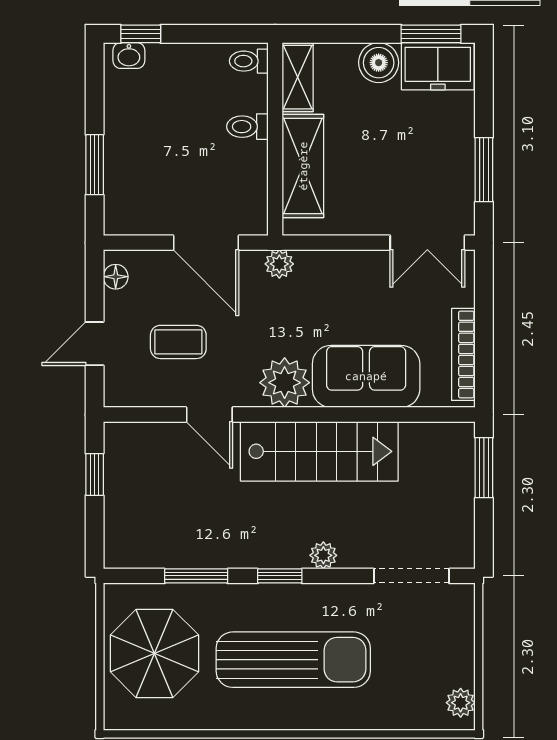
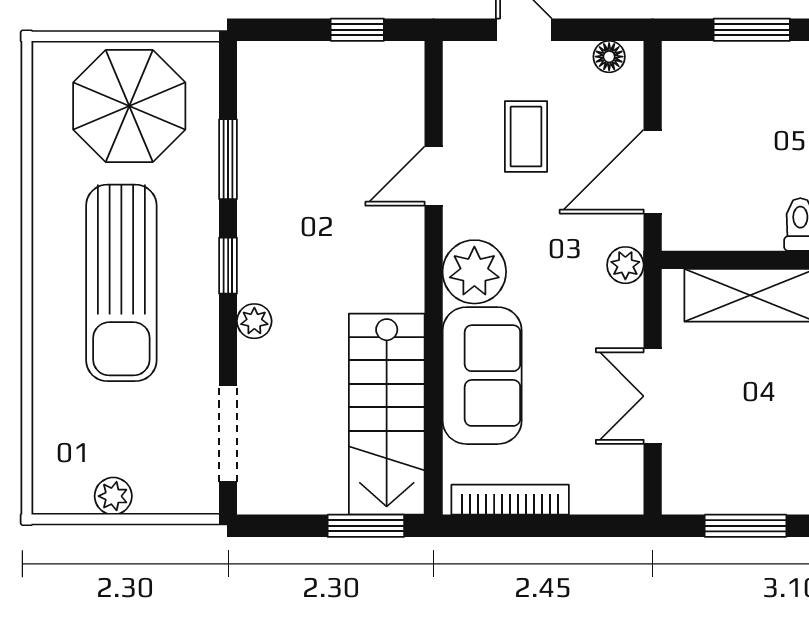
double door: (427, 243) -> (653, 396), moved
stairs: (319, 451) -> (387, 414), moved
plant: (461, 703) -> (113, 496), moved

